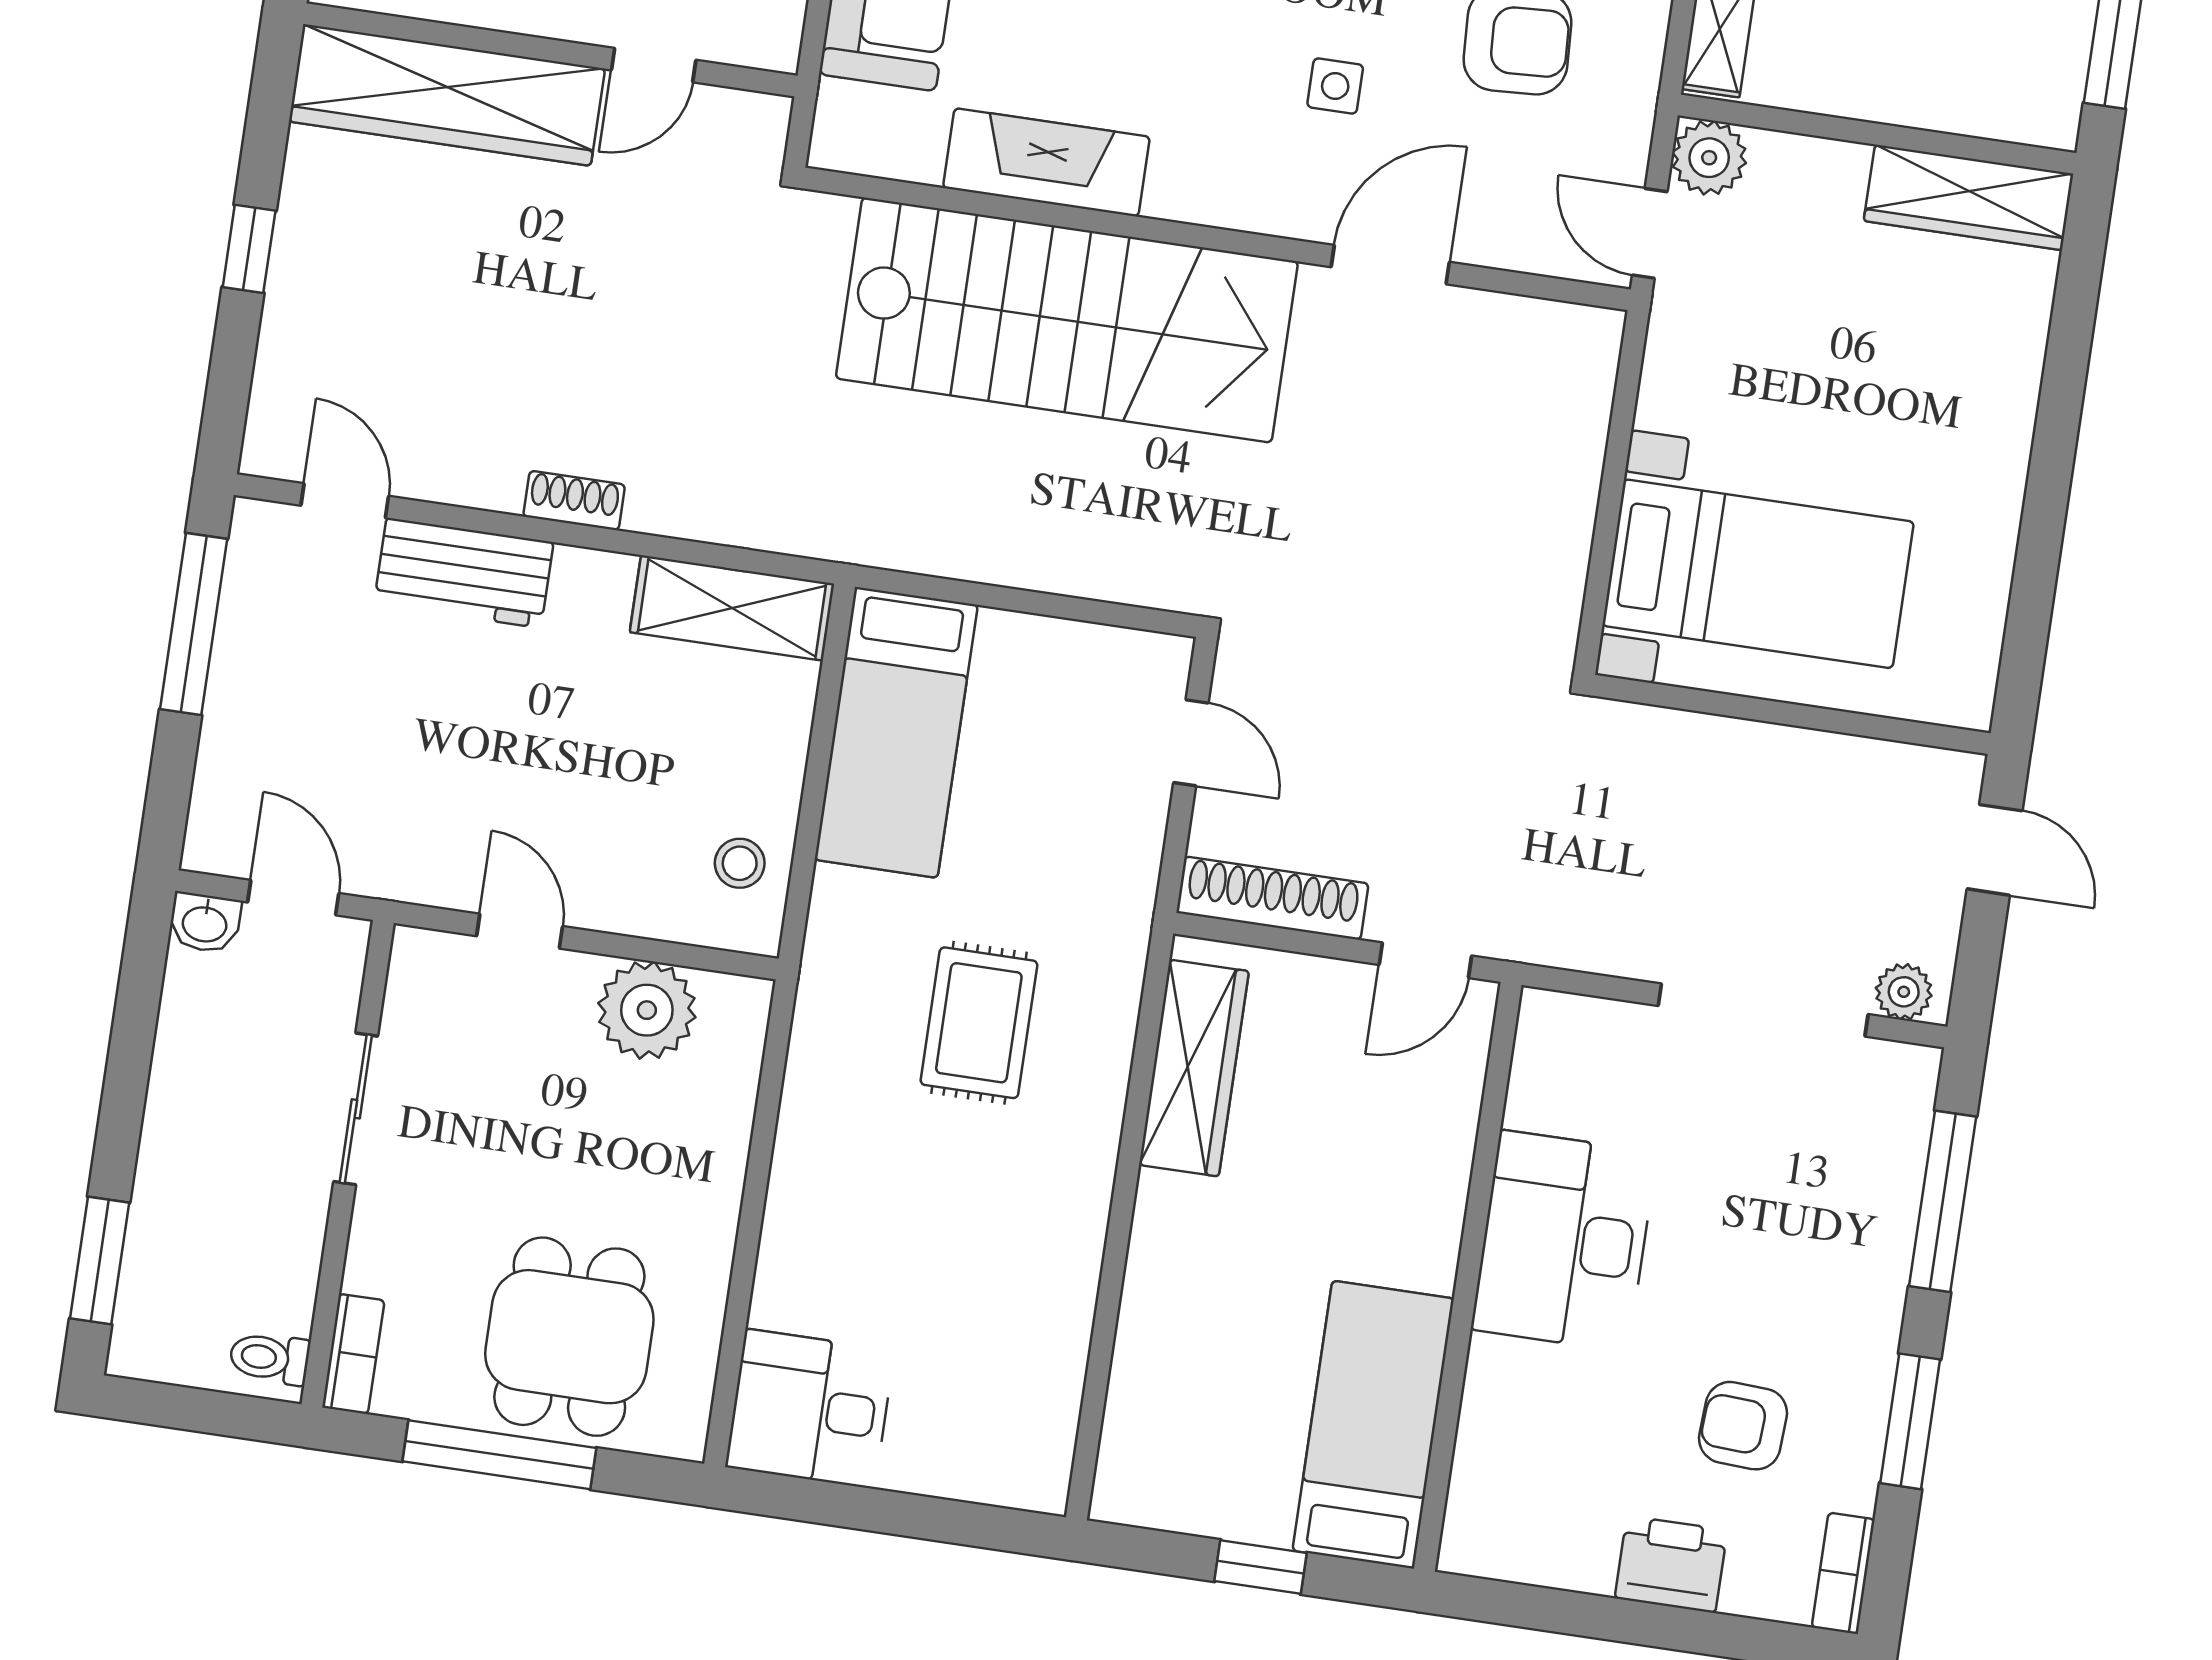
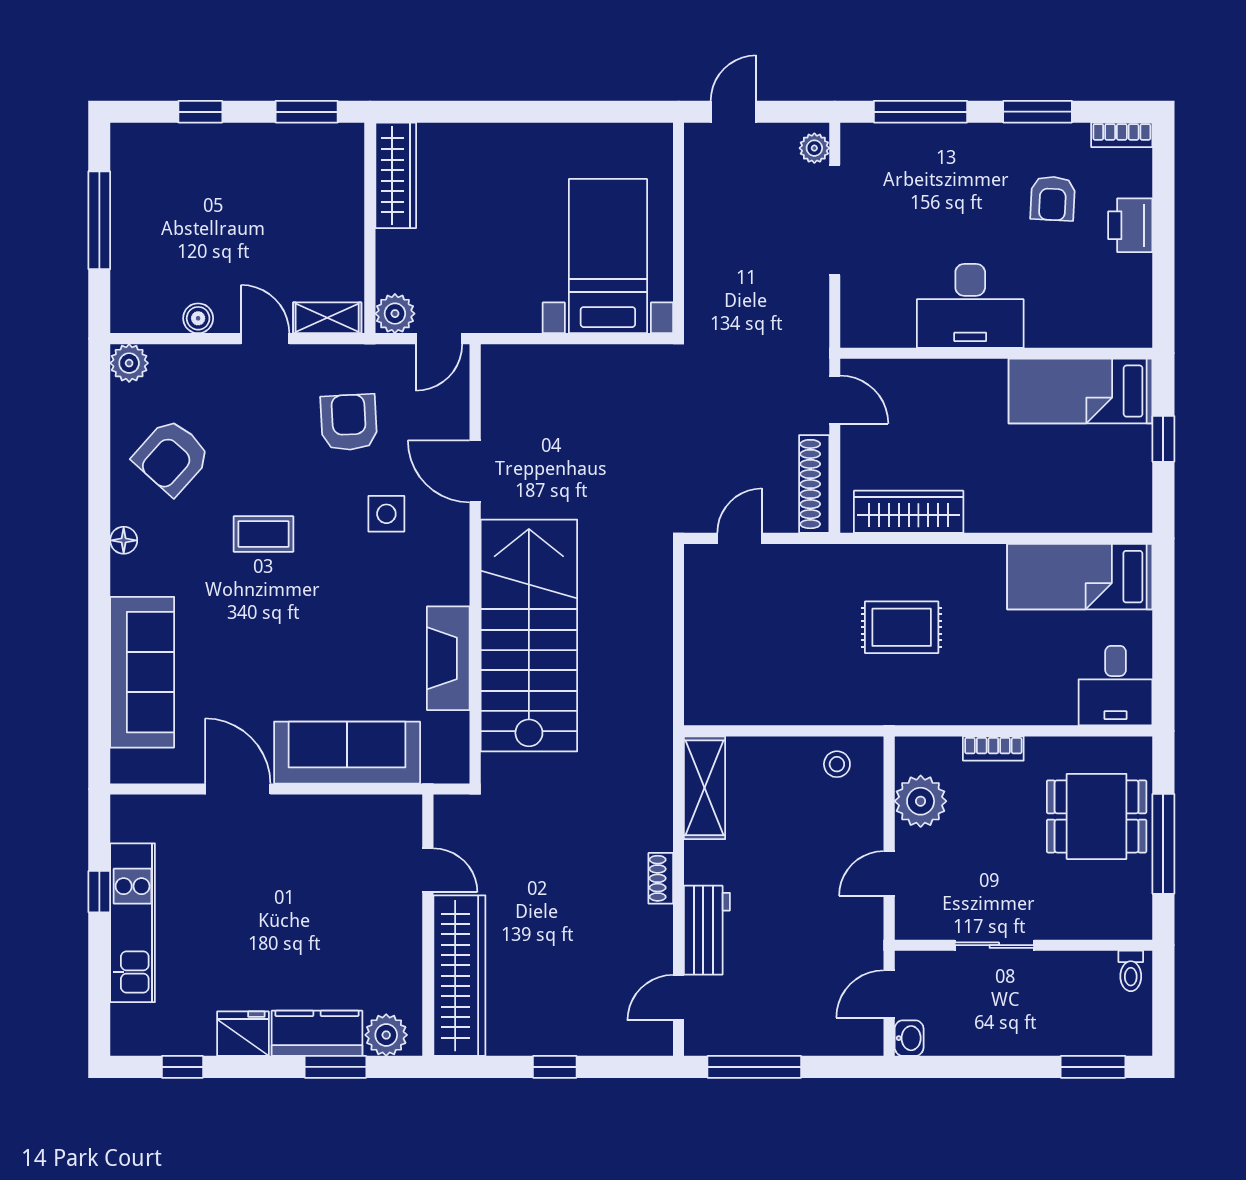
side table: (1335, 86) -> (386, 514), width x1.37, depth x1.37
bed: (896, 732) -> (1080, 577), moved, turned 180
bookcase: (353, 1354) -> (993, 749), moved, turned 180

